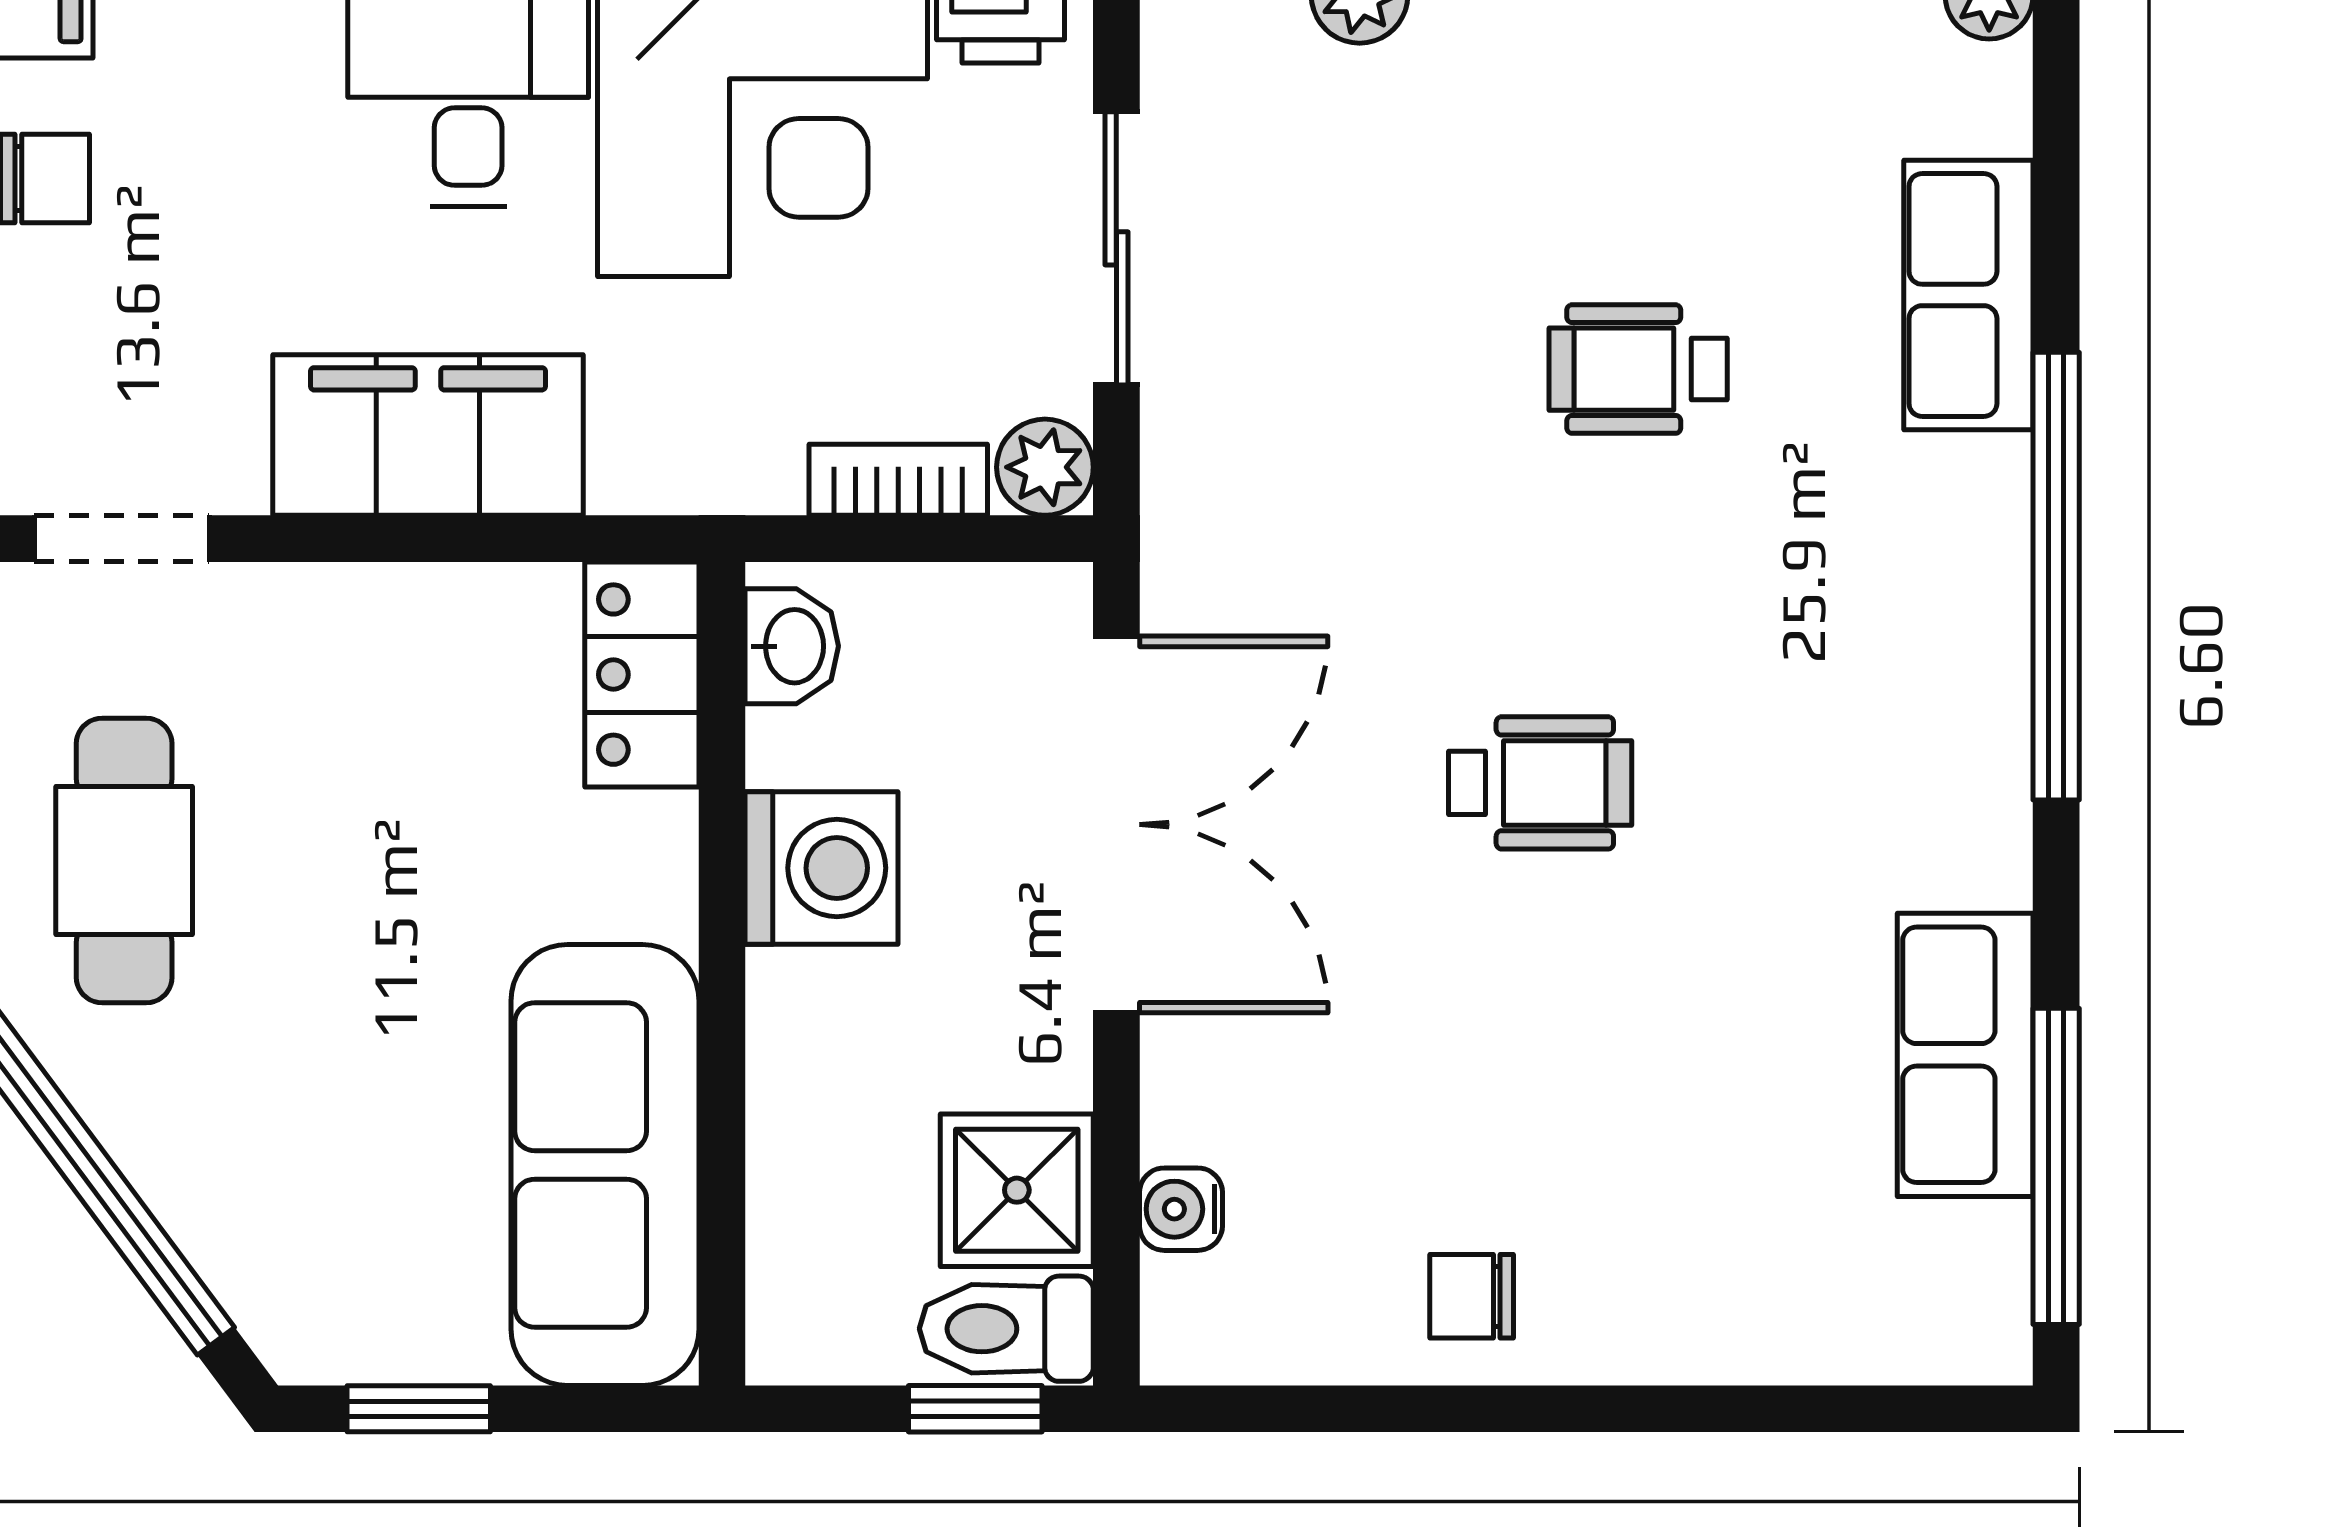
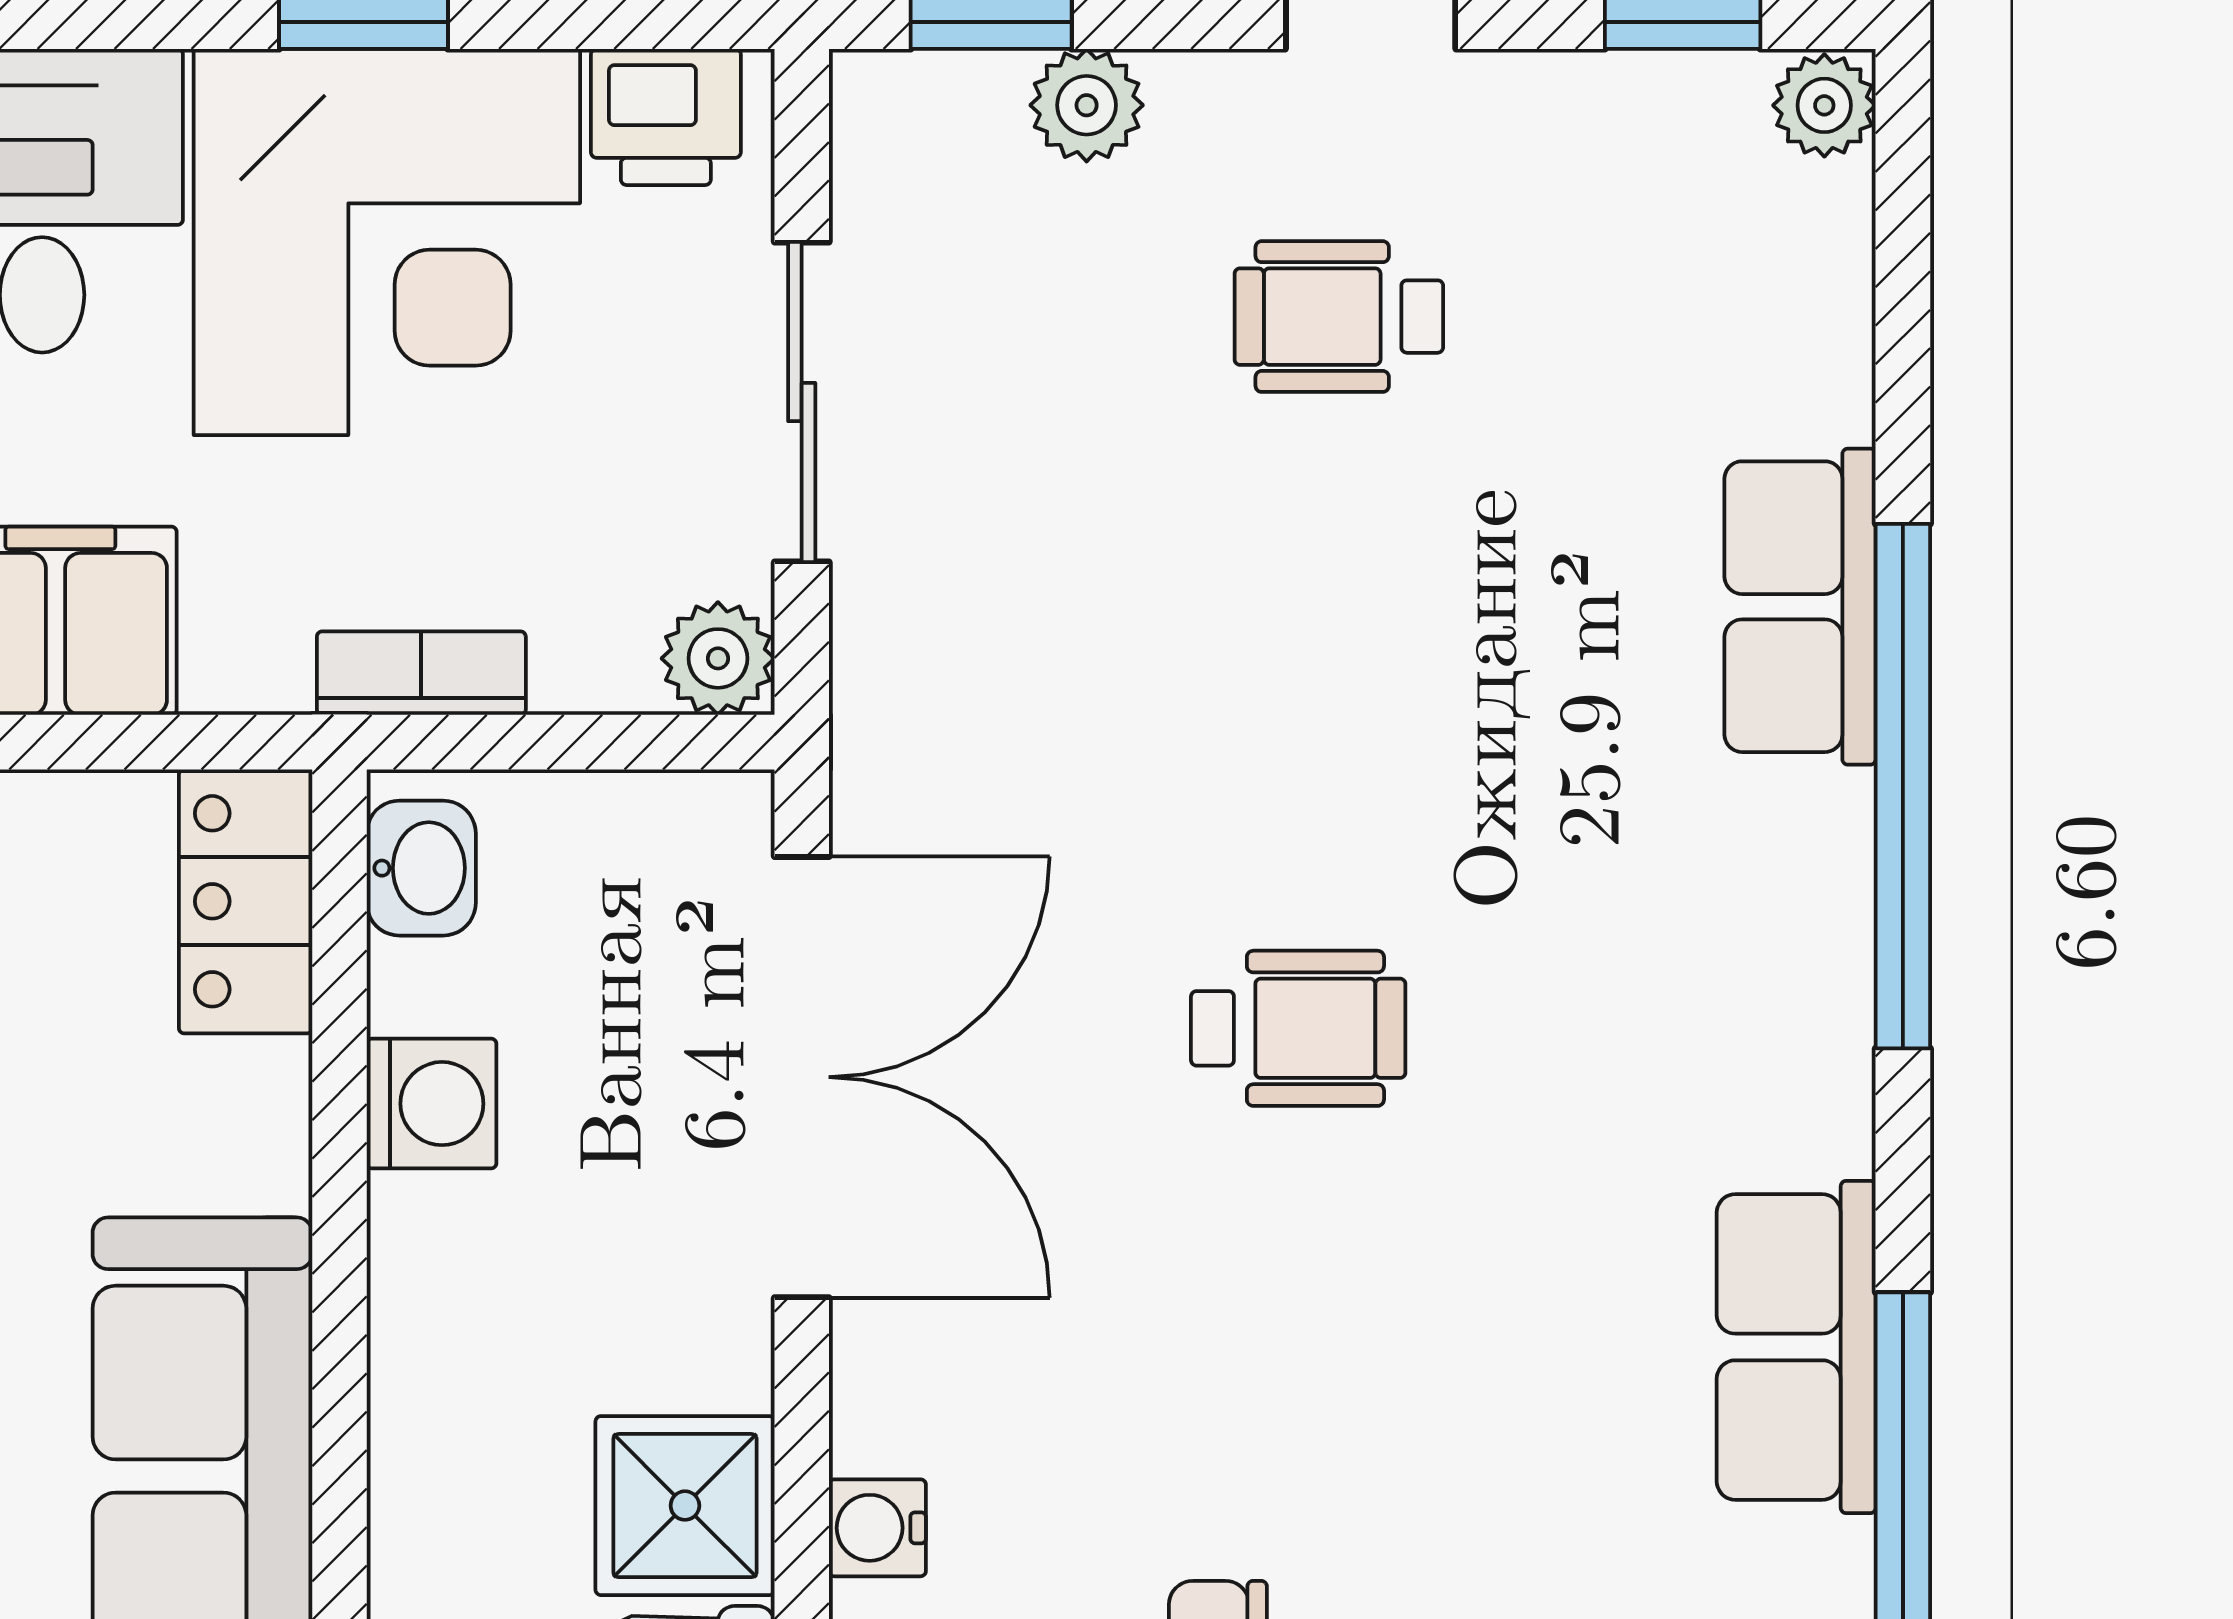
row of seats: (1968, 295) -> (1800, 607), moved
wheelchair: (1638, 369) -> (1339, 317), moved
bookcase: (898, 480) -> (421, 673), moved
washing machine: (821, 868) -> (432, 1104), width x0.73, depth x0.73

